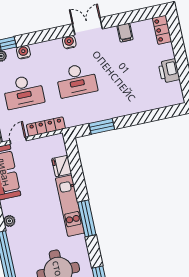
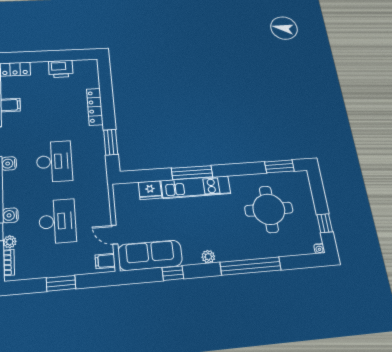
locker: (46, 127) -> (95, 107), moved
window: (87, 218) -> (192, 173), moved

